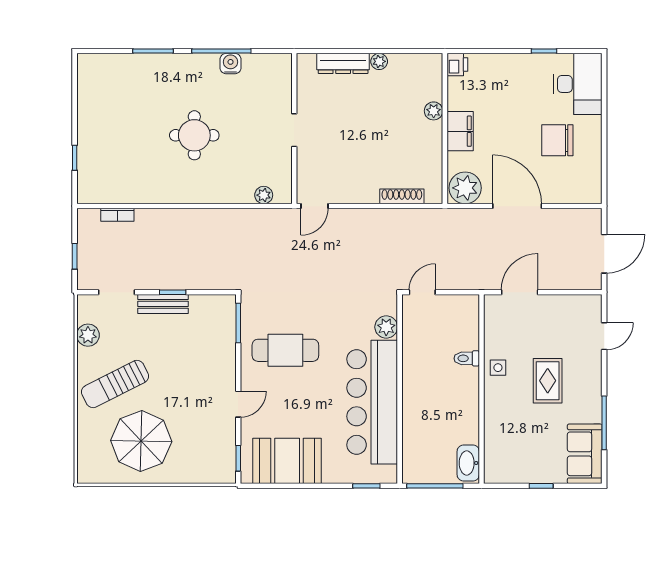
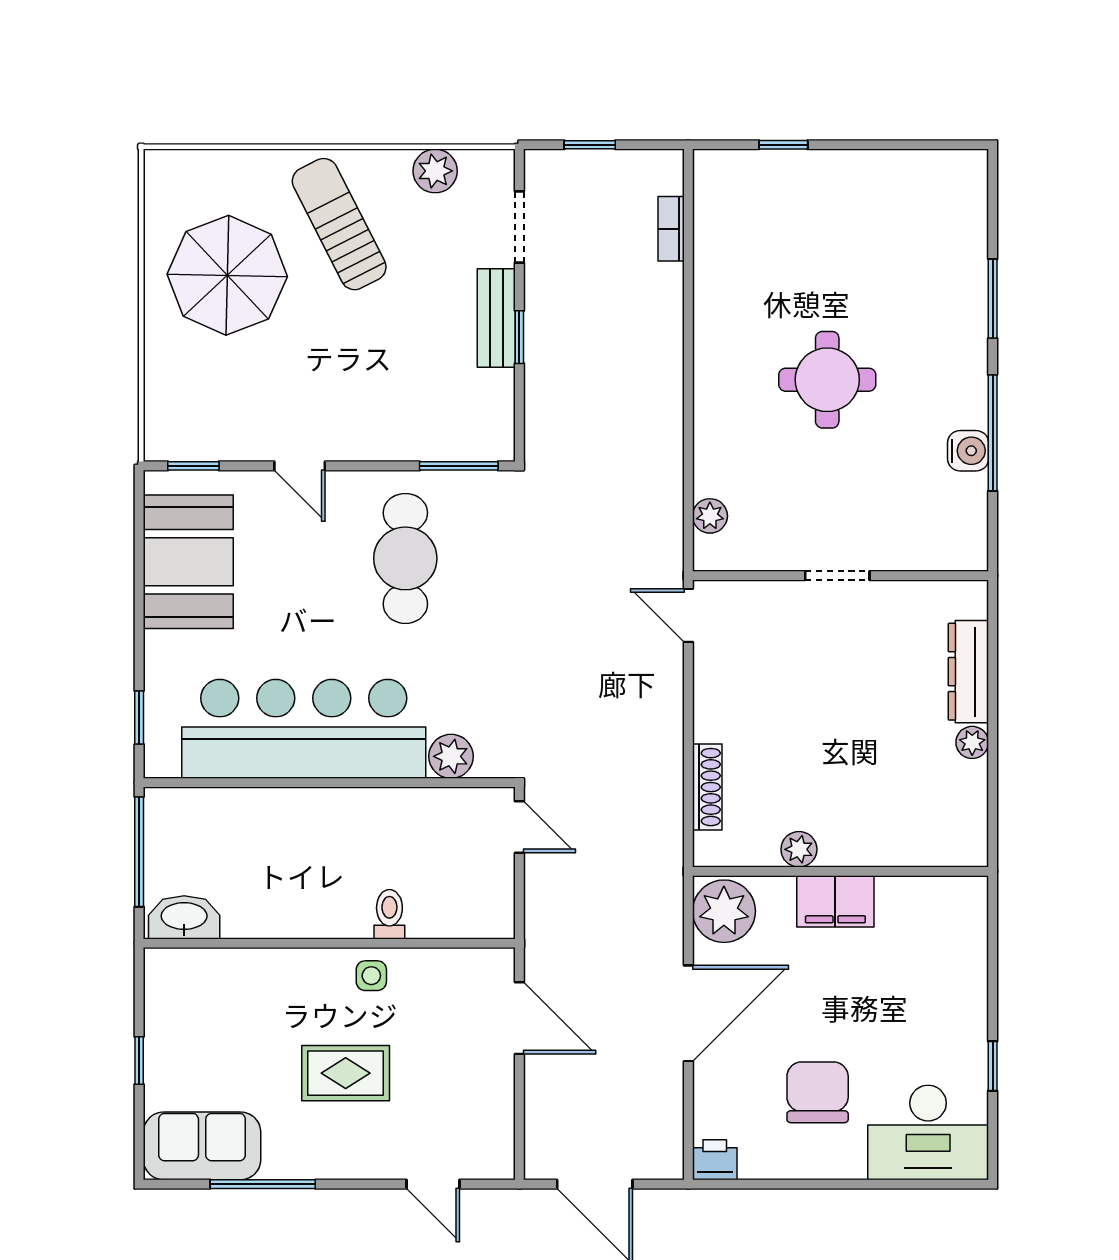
printer: (457, 65) -> (715, 1160), moved, turned 180
plant: (434, 111) -> (799, 849), moved

